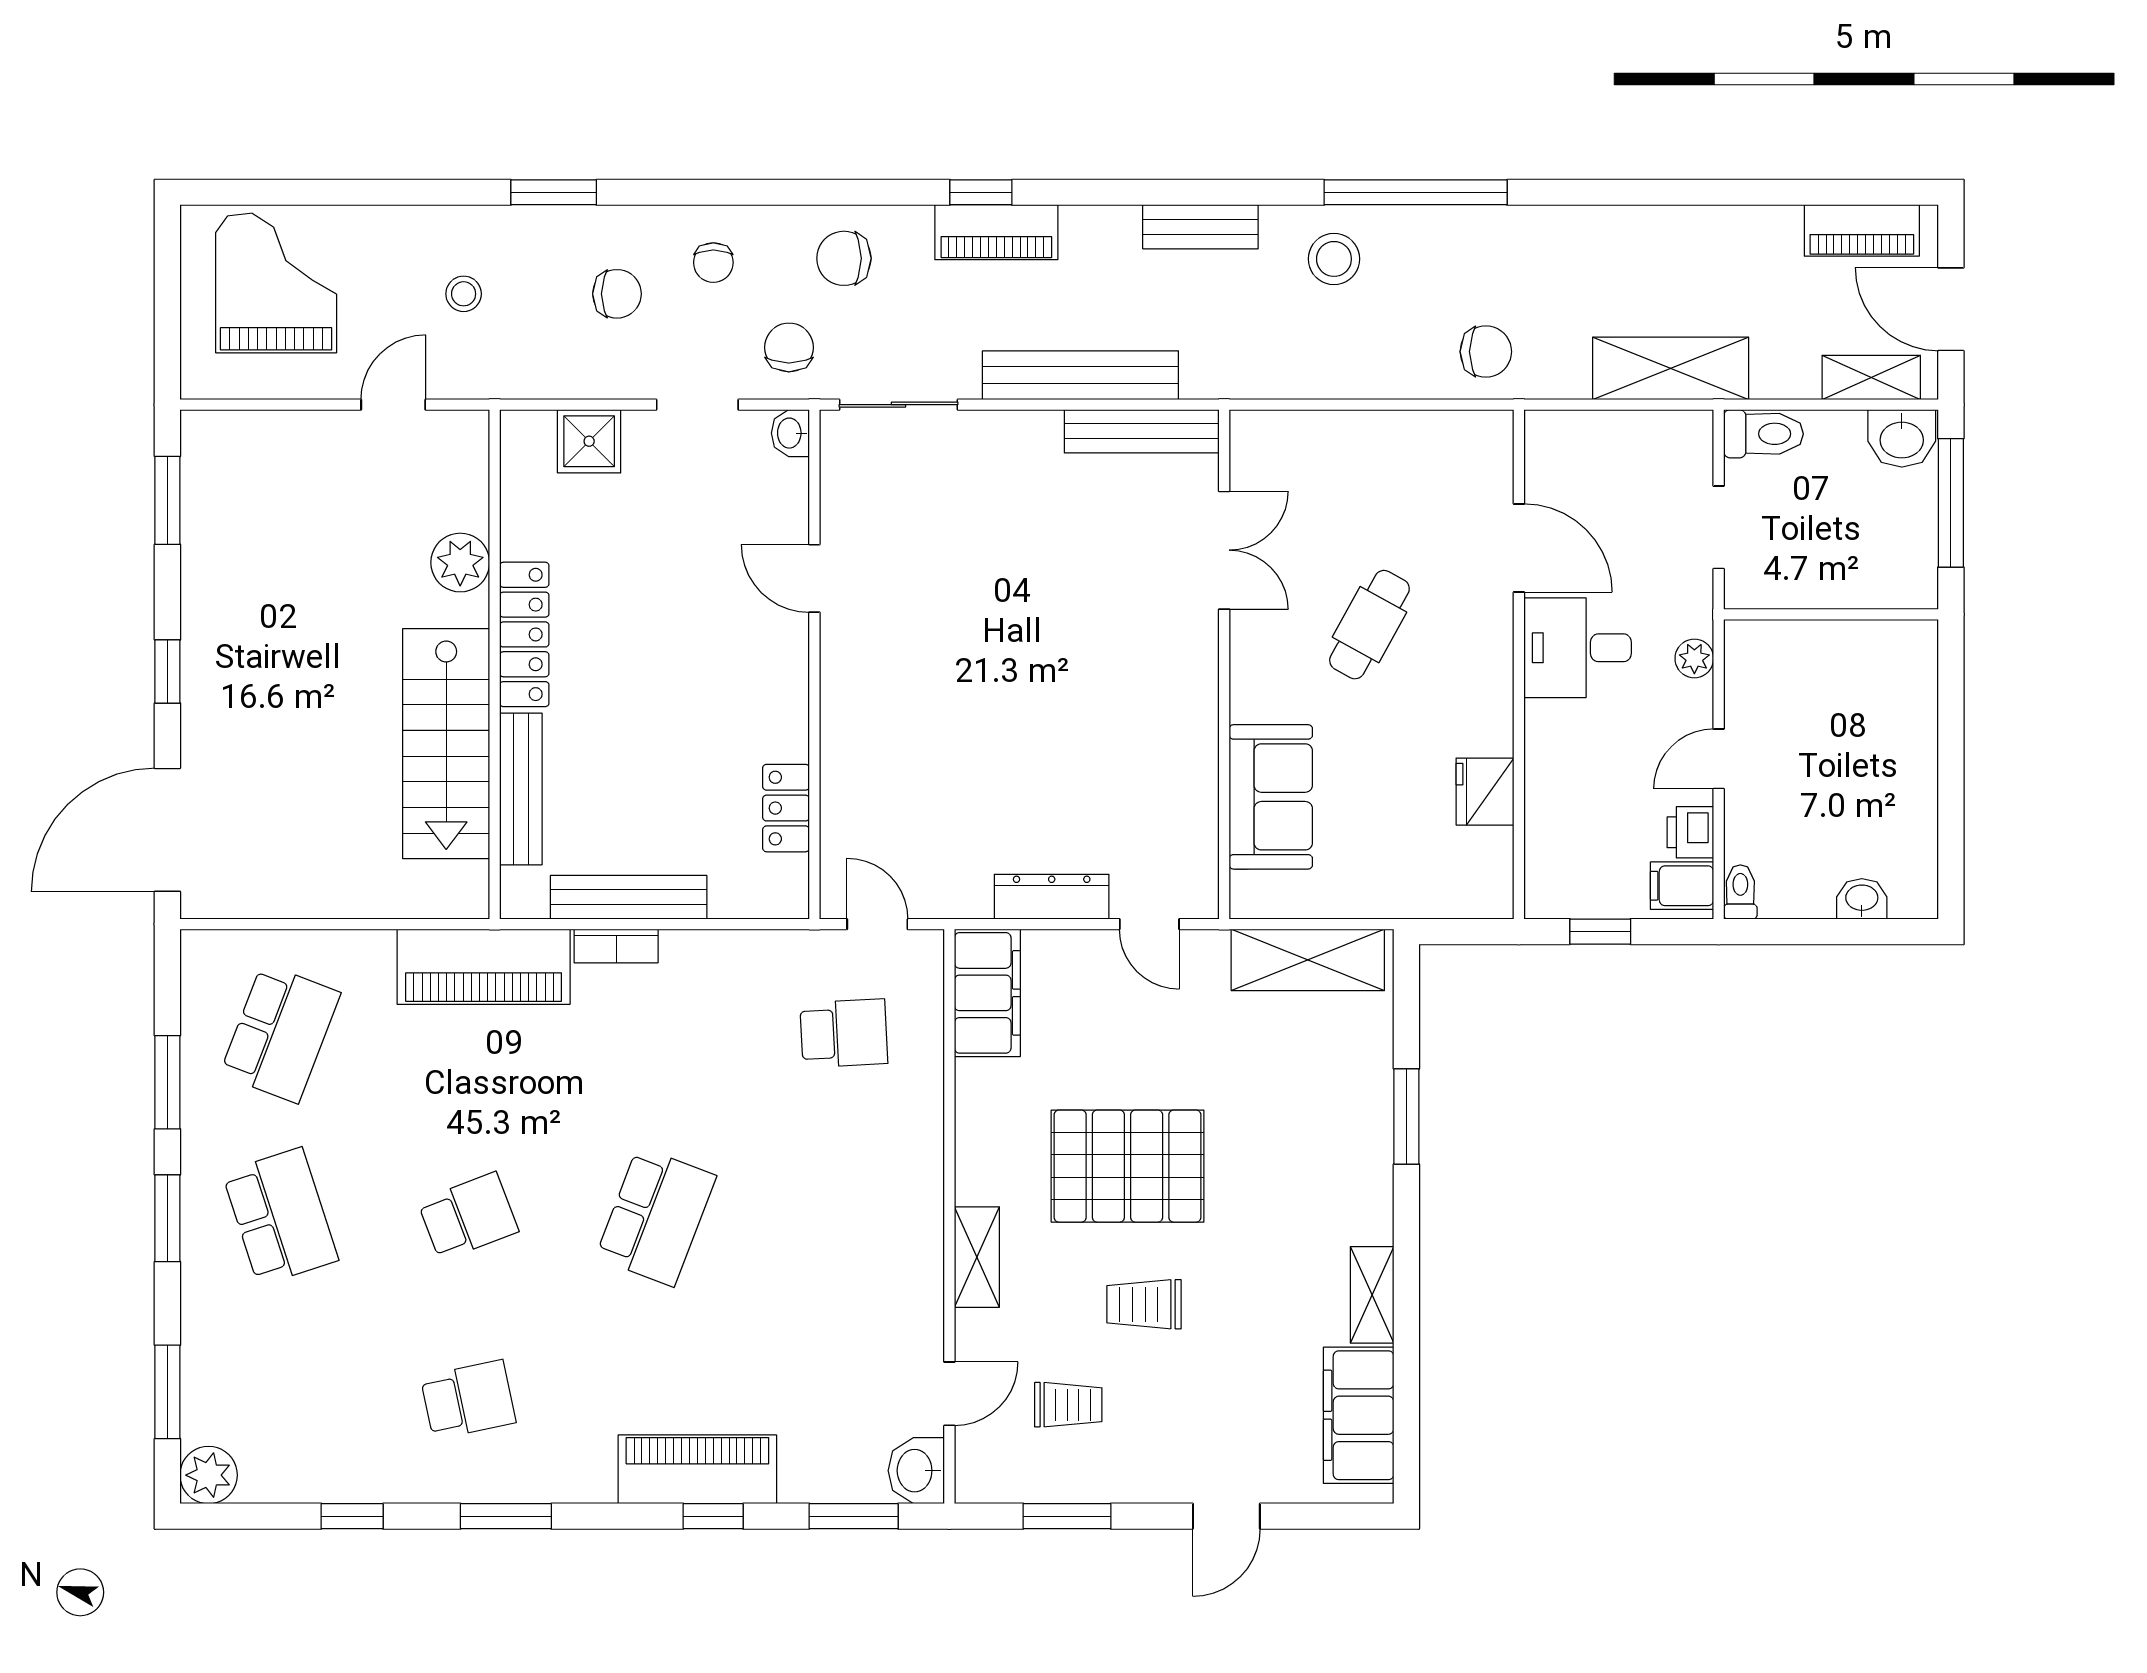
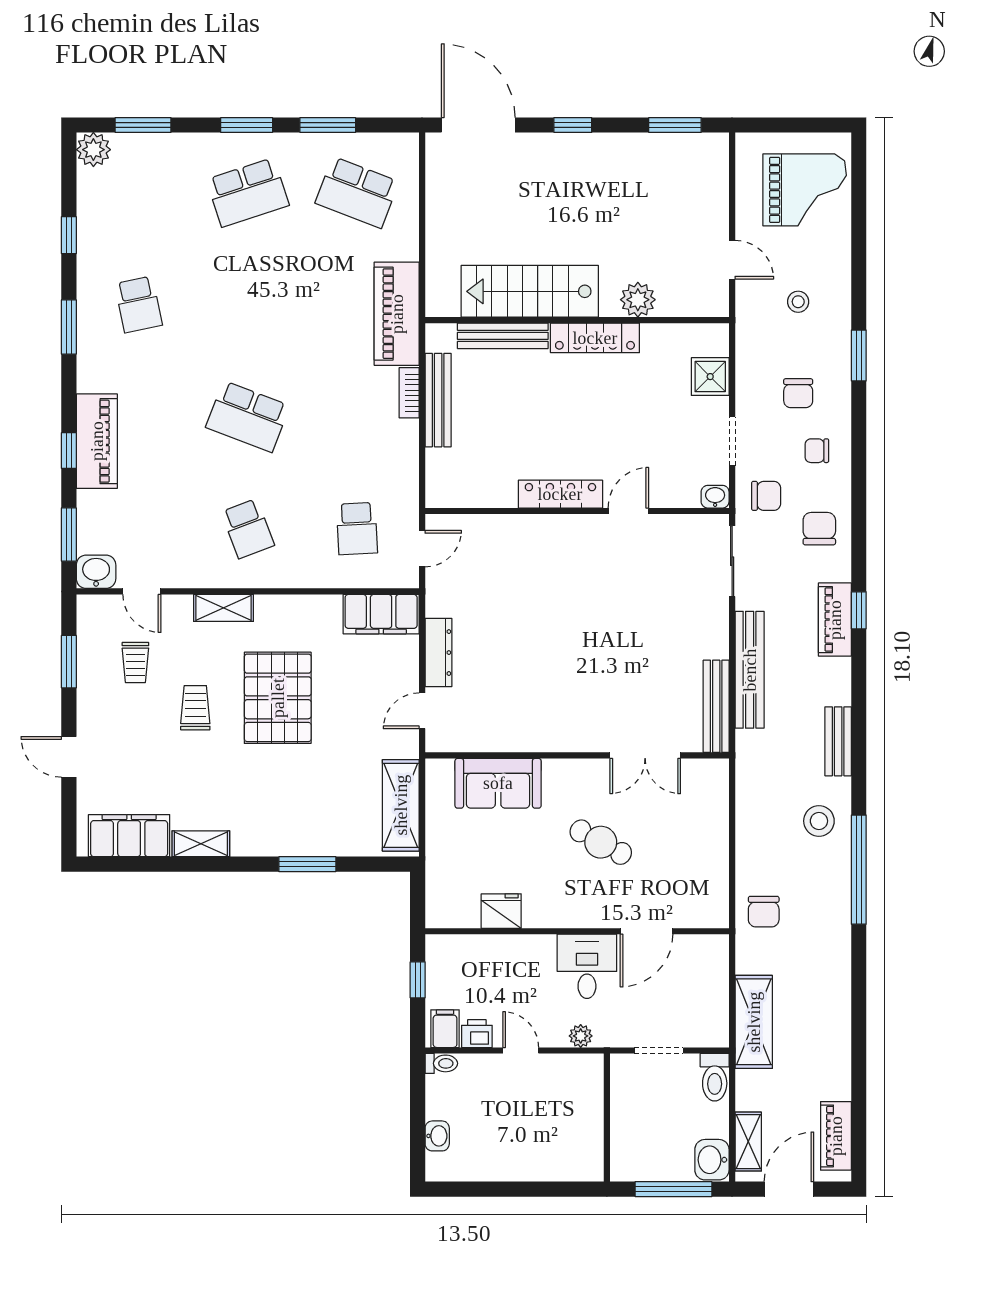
locker: (786, 808) -> (560, 494), moved, width x1.53
school desk: (468, 1216) -> (248, 529), moved

